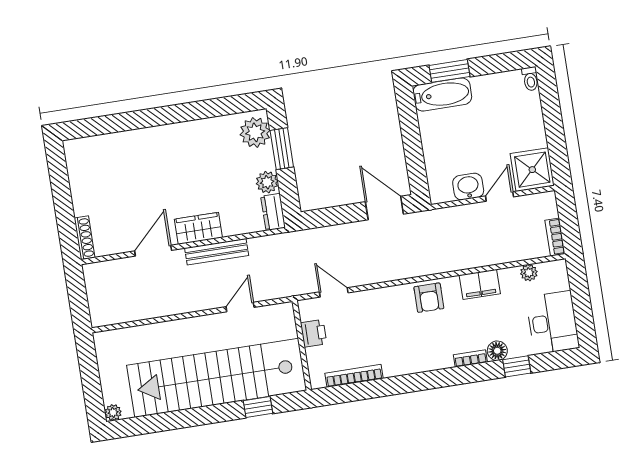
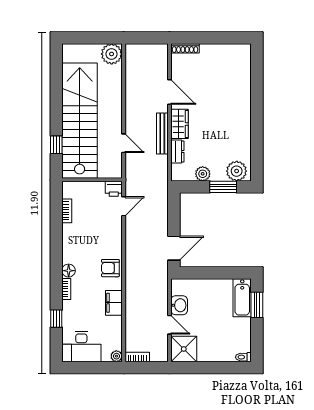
dresser: (273, 212) -> (177, 151), moved, turned 90
plant: (529, 273) -> (116, 356), moved
printer: (314, 333) -> (114, 189), moved
floor lamp: (497, 351) -> (69, 271), moved
bookcase: (354, 376) -> (67, 211), width x0.64
plant: (113, 412) -> (112, 54), moved, width x1.88, depth x1.88

